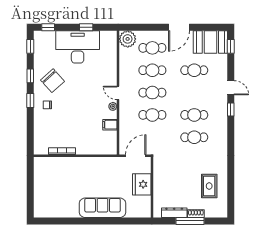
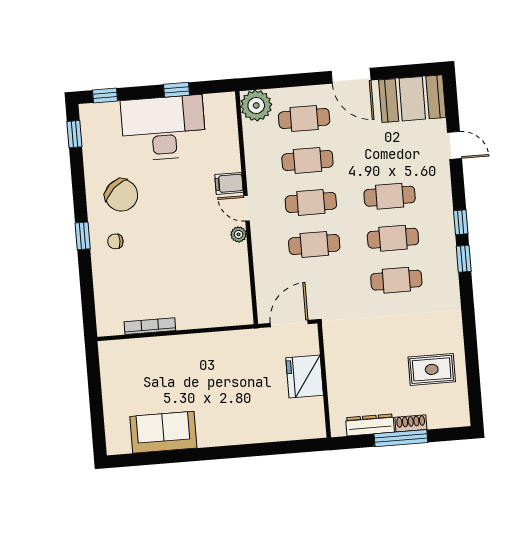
door: (179, 27) -> (351, 76), hinge flipped
window: (231, 46) -> (464, 259), moved
cafe table: (194, 70) -> (390, 196), moved
window: (30, 76) -> (79, 190), removed
door: (231, 88) -> (455, 145), moved
filing cabinet: (110, 125) -> (229, 183), moved
rug: (209, 186) -> (432, 369), turned 90
sofa: (102, 208) -> (163, 432), moved, width x0.73

